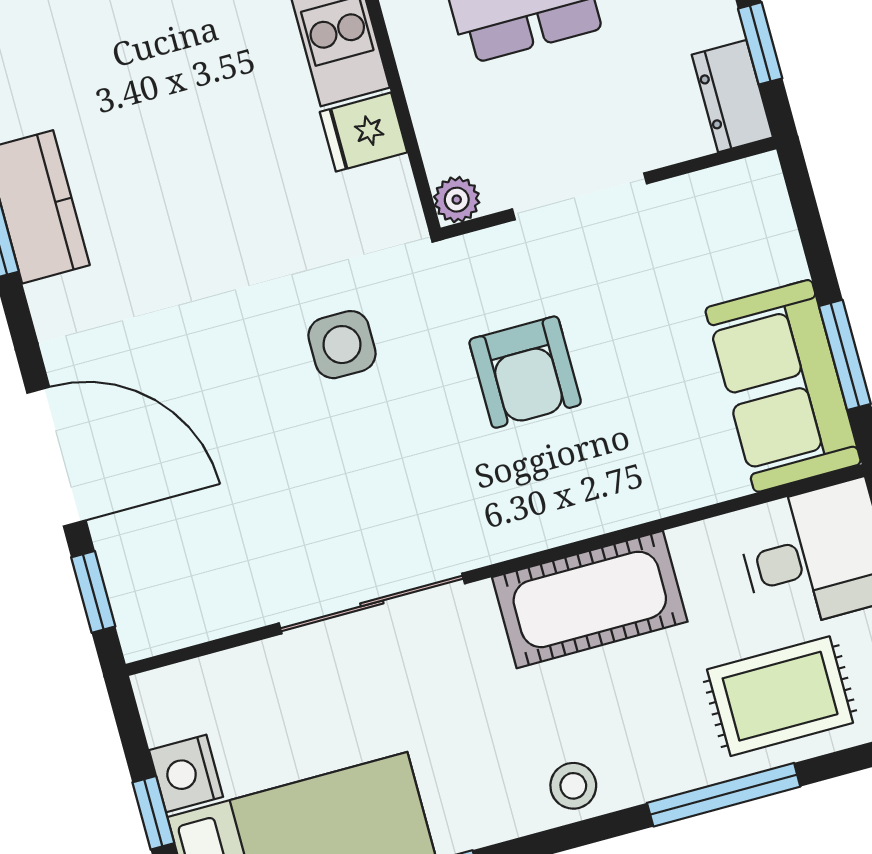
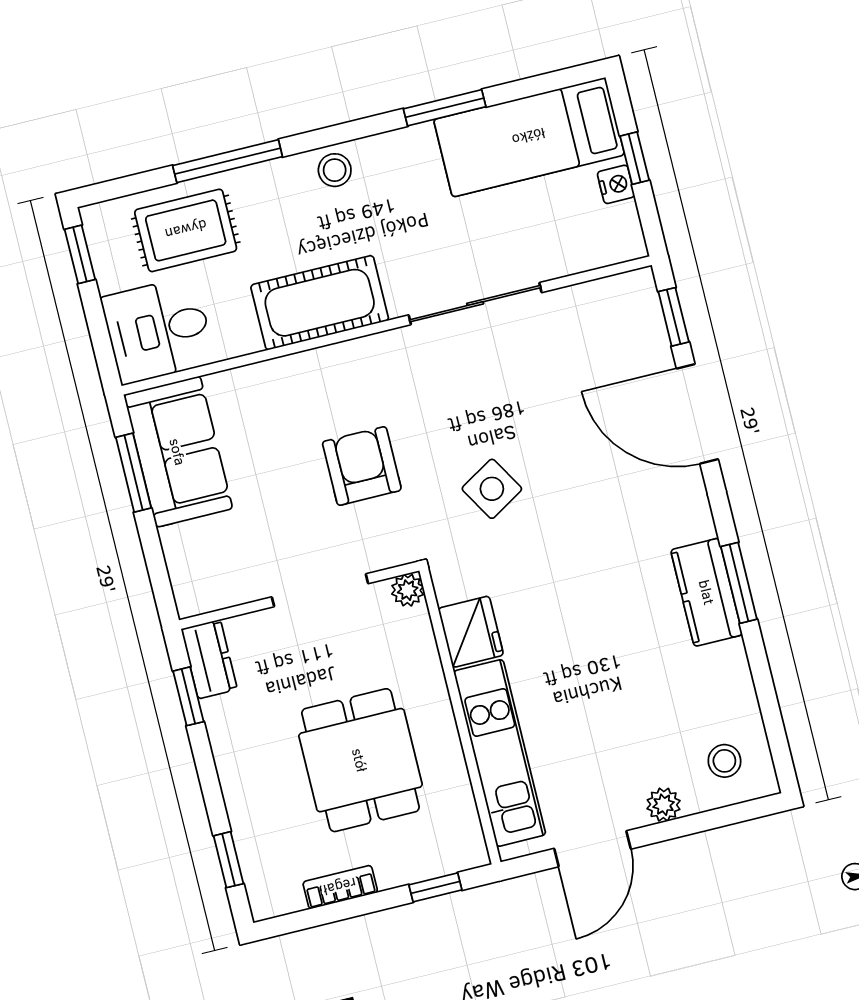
fridge: (364, 132) -> (471, 632), width x1.38
side table: (342, 345) -> (492, 489), turned -31
nightstand: (186, 773) -> (616, 184), width x0.72, depth x0.74

